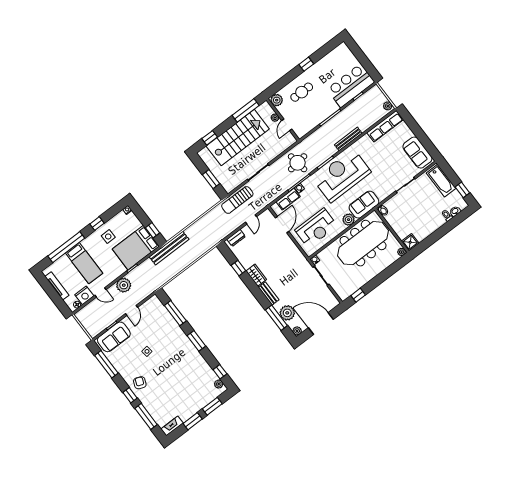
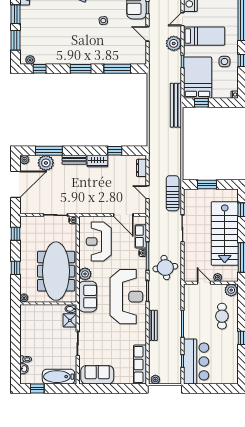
shower: (410, 242) -> (70, 320), moved
bed: (84, 263) -> (204, 36), moved, turned 180
window: (384, 276) -> (15, 268), added

